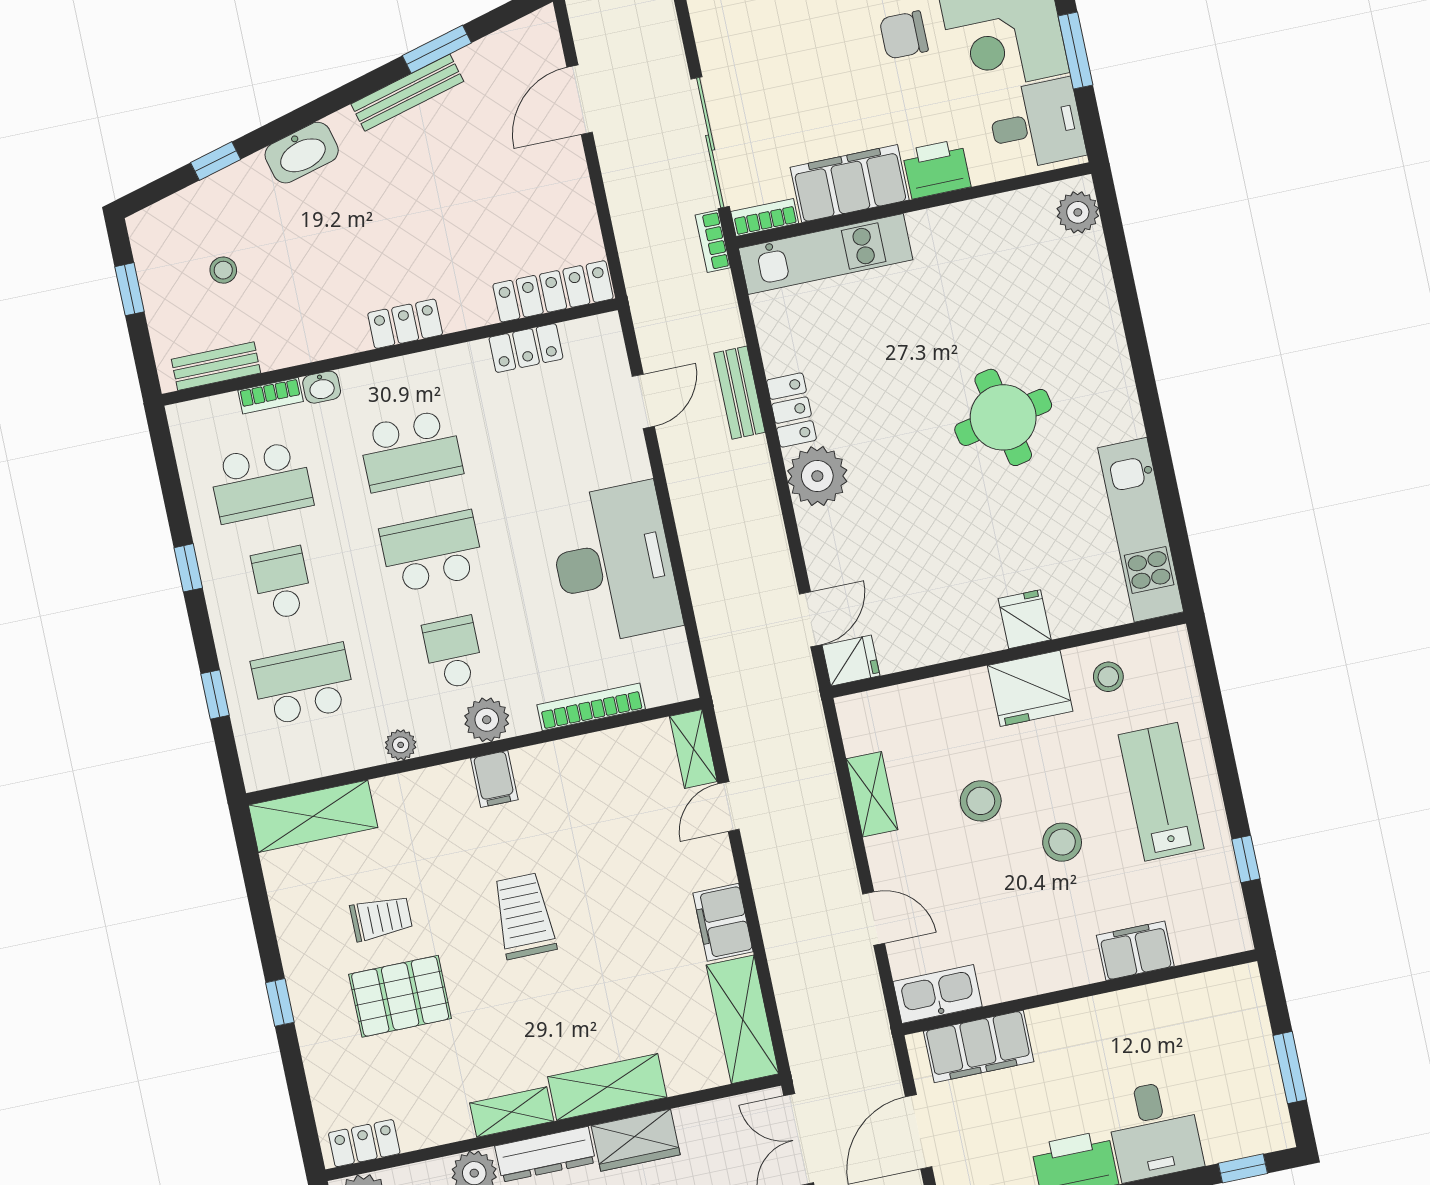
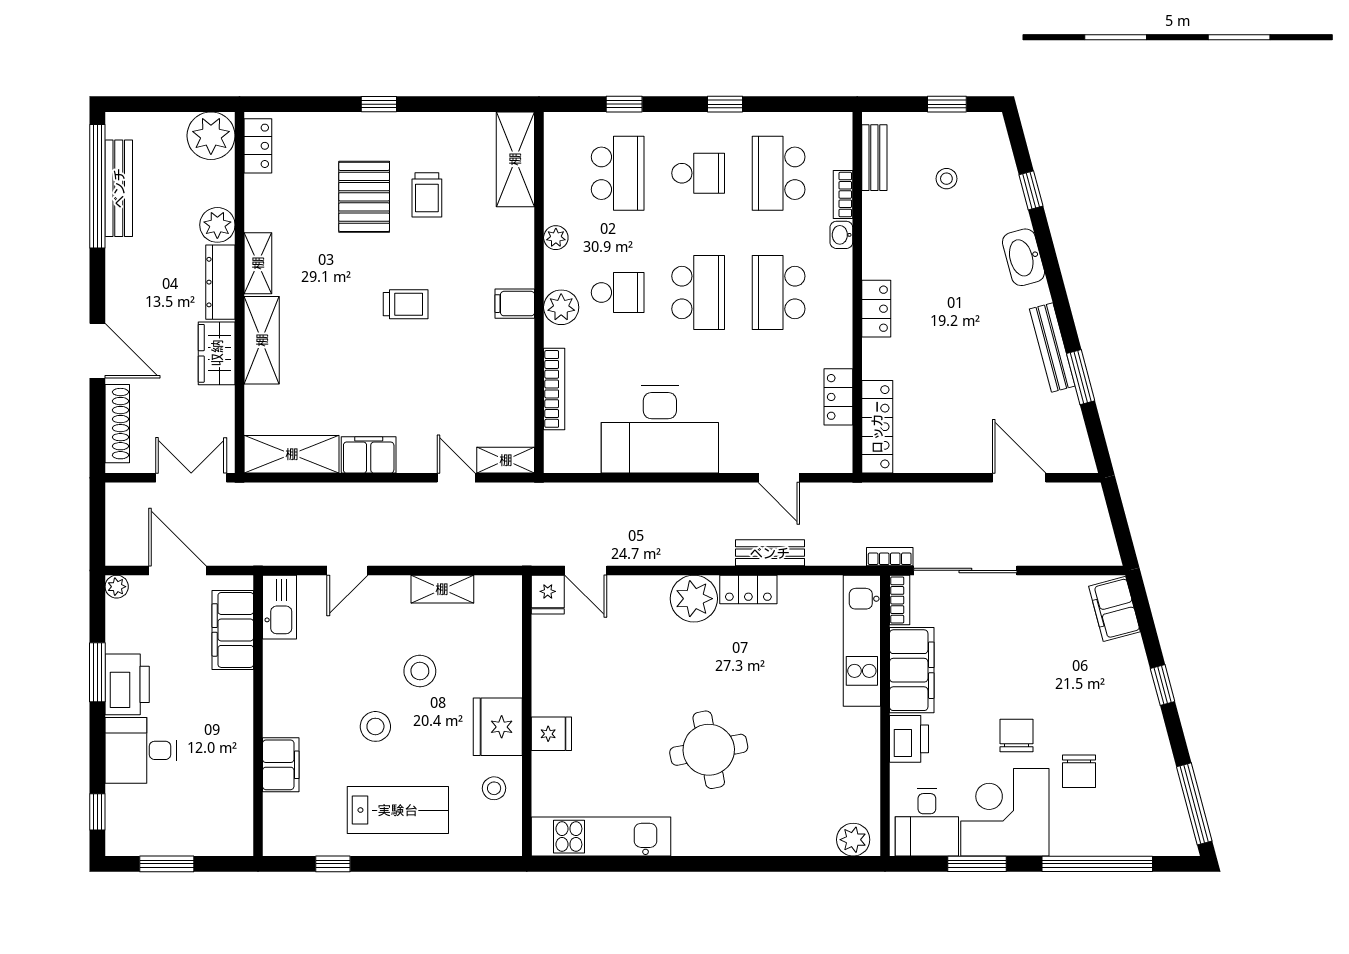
trolley: (524, 916) -> (406, 304), width x0.73, depth x0.72

